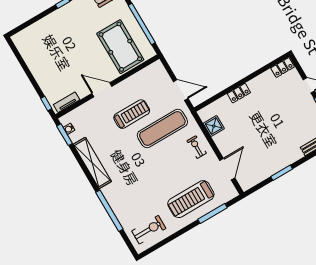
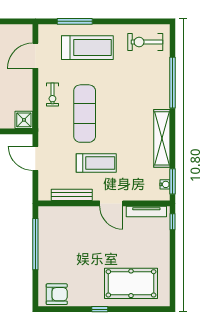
pool table: (120, 47) -> (131, 283), moved, turned 90
bench: (136, 78) -> (72, 195), added
tv unit: (67, 102) -> (146, 211), width x1.41
treadmill: (132, 114) -> (96, 163), turned 180
shower: (214, 126) -> (24, 120), moved
exercise mat: (162, 129) -> (85, 114), moved, turned 90

